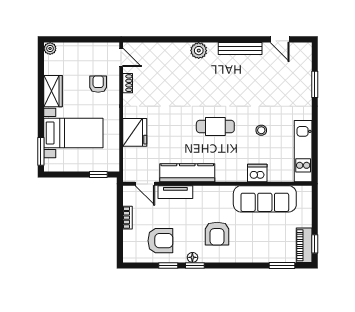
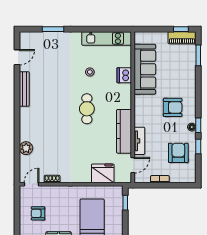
plant: (199, 51) -> (26, 148), moved
armchair: (98, 84) -> (38, 213), moved
fridge: (135, 132) -> (103, 173), moved

